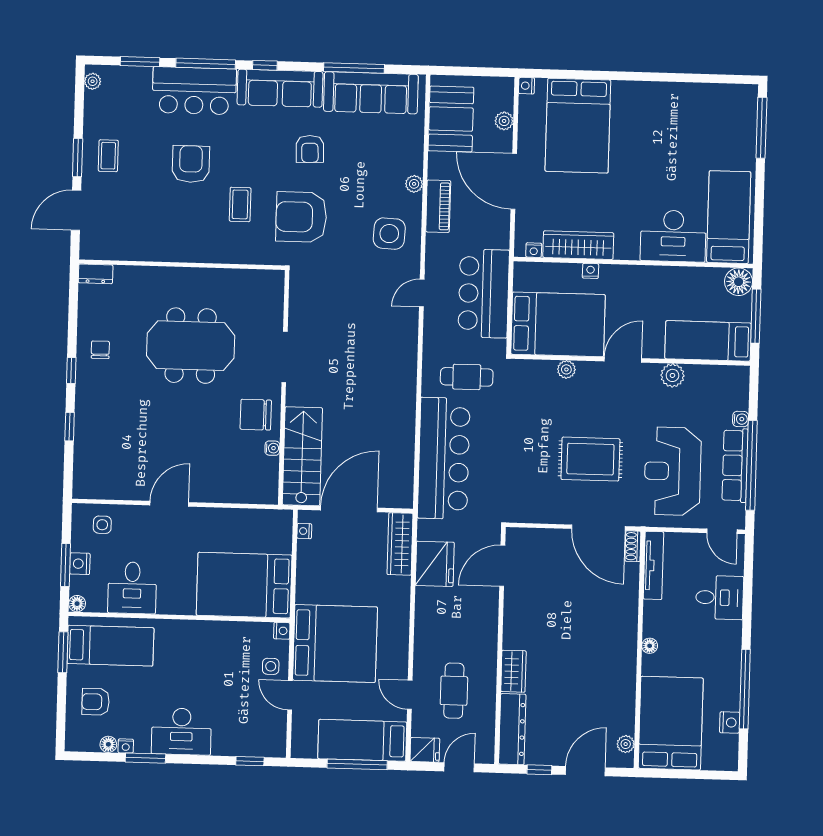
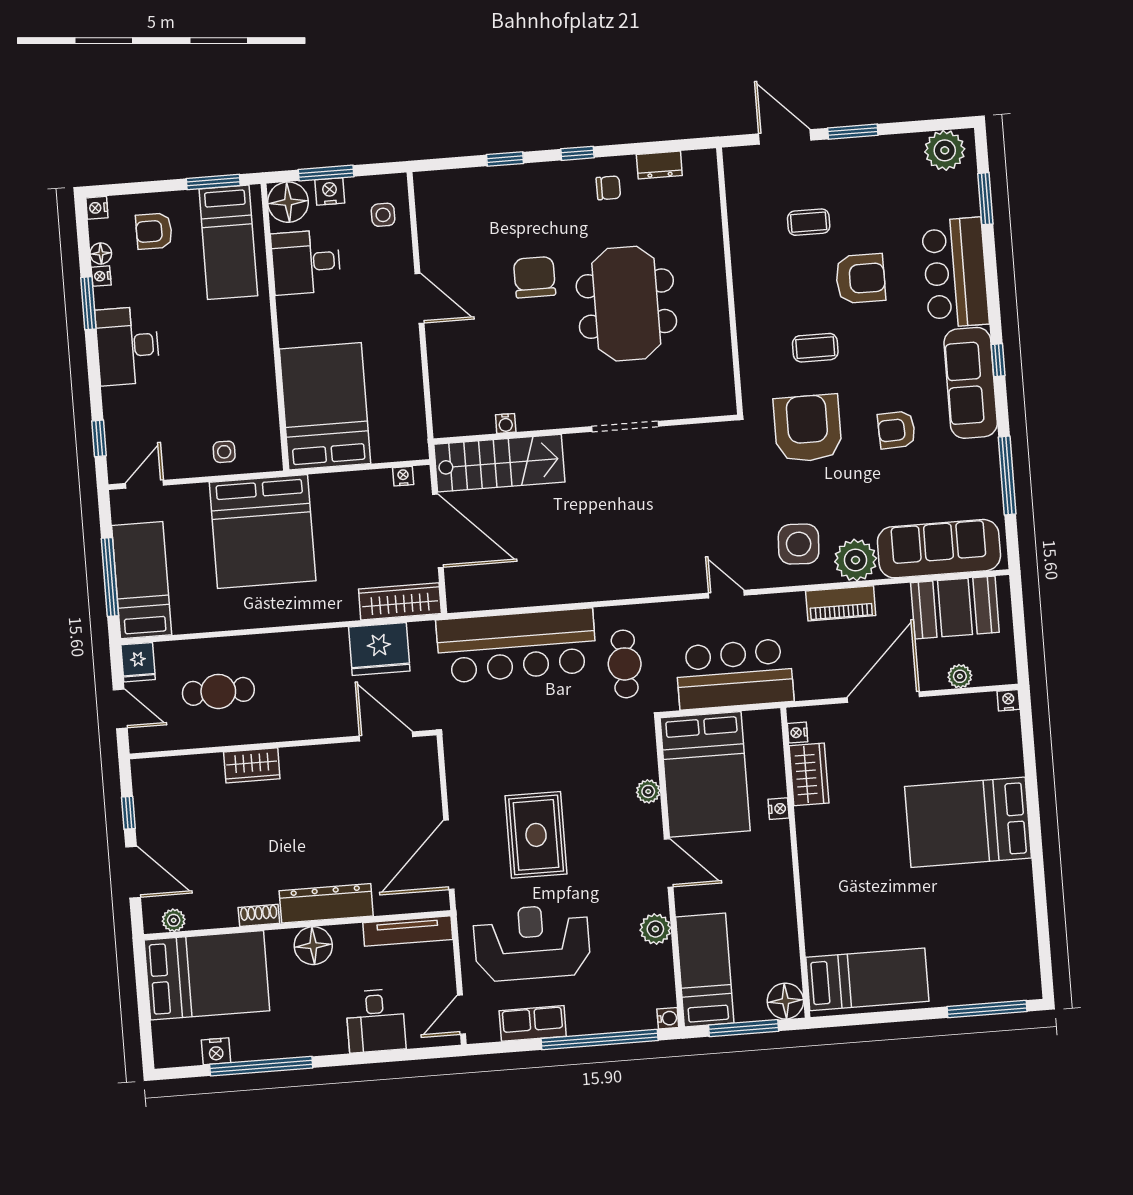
window: (206, 64) -> (992, 283), removed
plant: (93, 81) -> (945, 150), width x1.88, depth x1.88
sofa: (371, 93) -> (939, 549), moved, turned 90
bed: (578, 126) -> (968, 822), moved
coffee table: (108, 156) -> (809, 222), moved
plant: (414, 184) -> (856, 560), width x1.88, depth x1.88
desk: (673, 236) -> (835, 910), removed
wardrobe: (578, 245) -> (809, 774), width x0.67
dresser: (96, 274) -> (659, 165), moved, turned -90
chair: (256, 415) -> (535, 277), moved
water cooler: (741, 419) -> (668, 1018), moved, turned -90
row of seats: (735, 465) -> (533, 1023), width x0.68
window: (751, 465) -> (600, 1040), moved
shoe rack: (633, 546) -> (259, 915), moved
floor lamp: (77, 604) -> (288, 202), width x1.89, depth x1.89
nightstand: (282, 631) -> (97, 208), moved, turned 90
floor lamp: (650, 646) -> (313, 946), width x1.89, depth x1.89
door: (290, 695) -> (145, 484), moved
door: (410, 695) -> (207, 635), removed
armchair: (96, 702) -> (154, 231), turned -90
dresser: (512, 729) -> (326, 903), moved, turned 180

